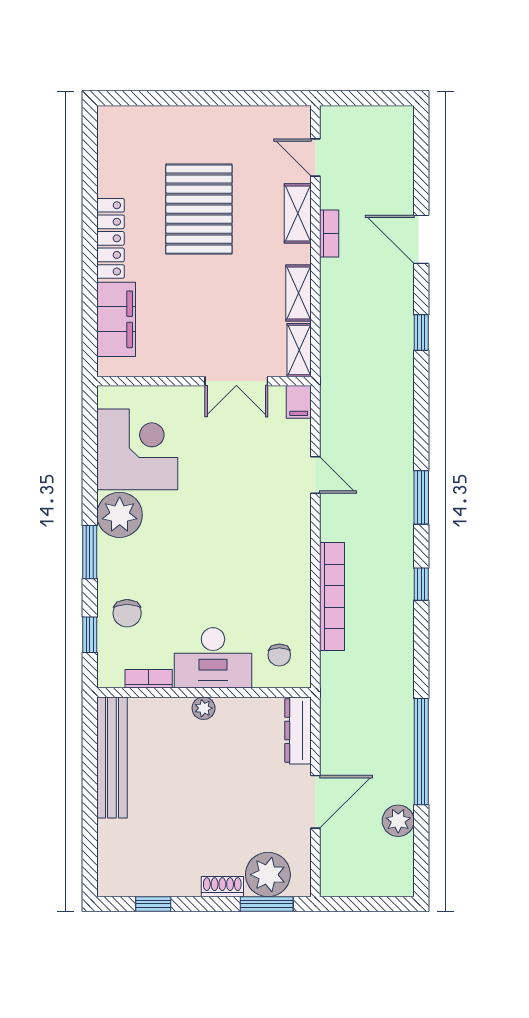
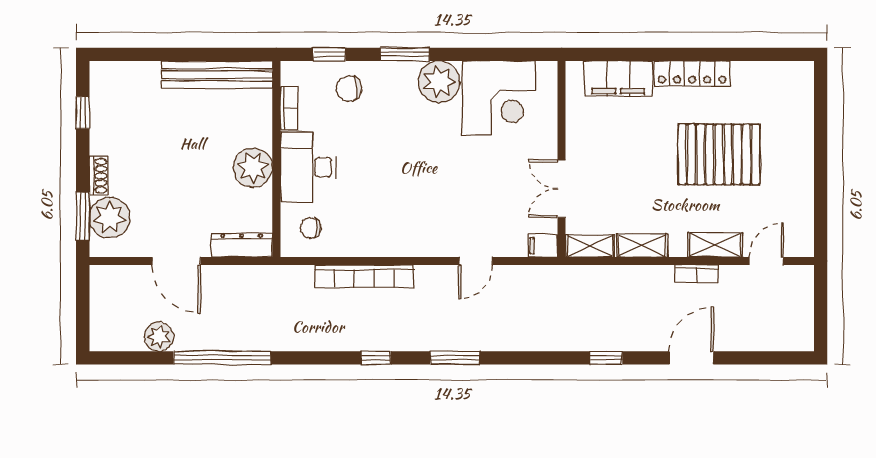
plant: (204, 708) -> (253, 168), width x1.88, depth x1.88

